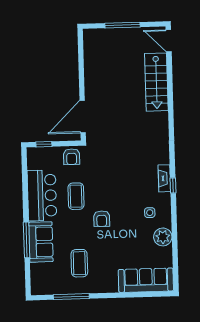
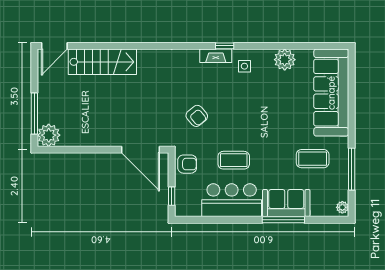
window: (123, 25) -> (34, 113), moved
plant: (93, 38) -> (49, 135), added
side table: (150, 213) -> (244, 66), moved
armchair: (102, 219) -> (197, 116), moved, turned 50
sofa: (146, 280) -> (331, 93), width x1.36, depth x1.27
plant: (39, 290) -> (342, 207), added

